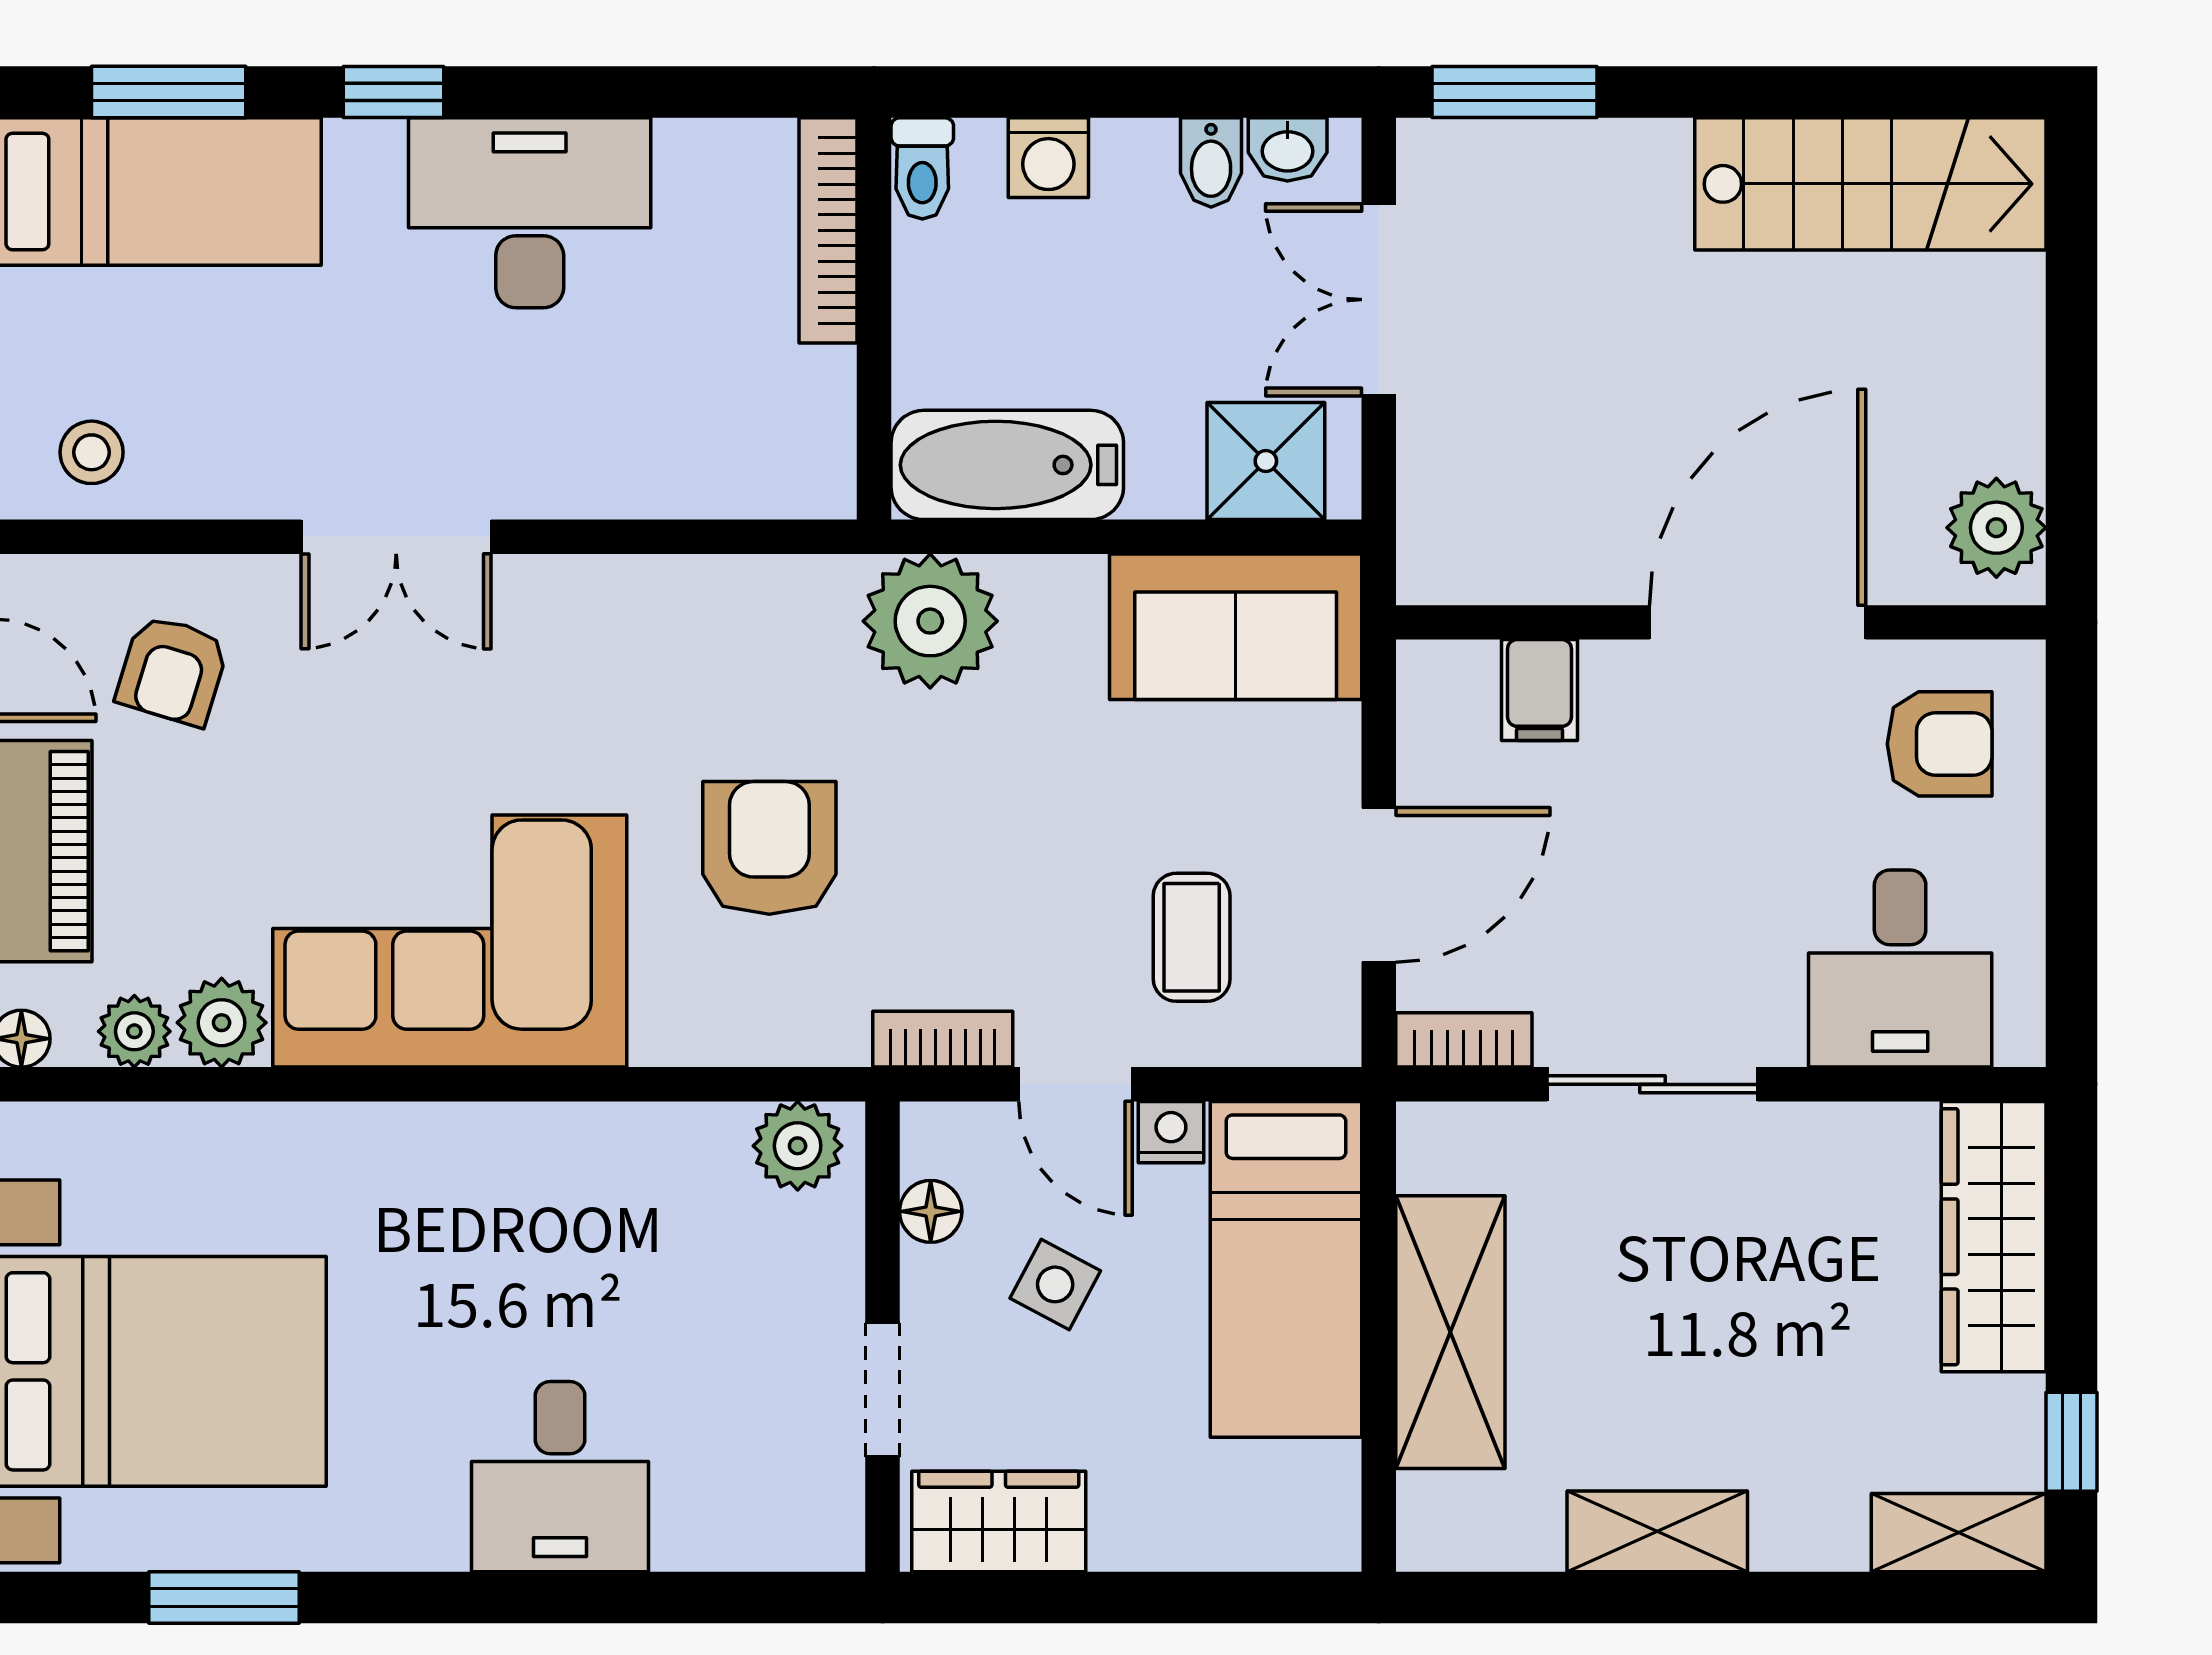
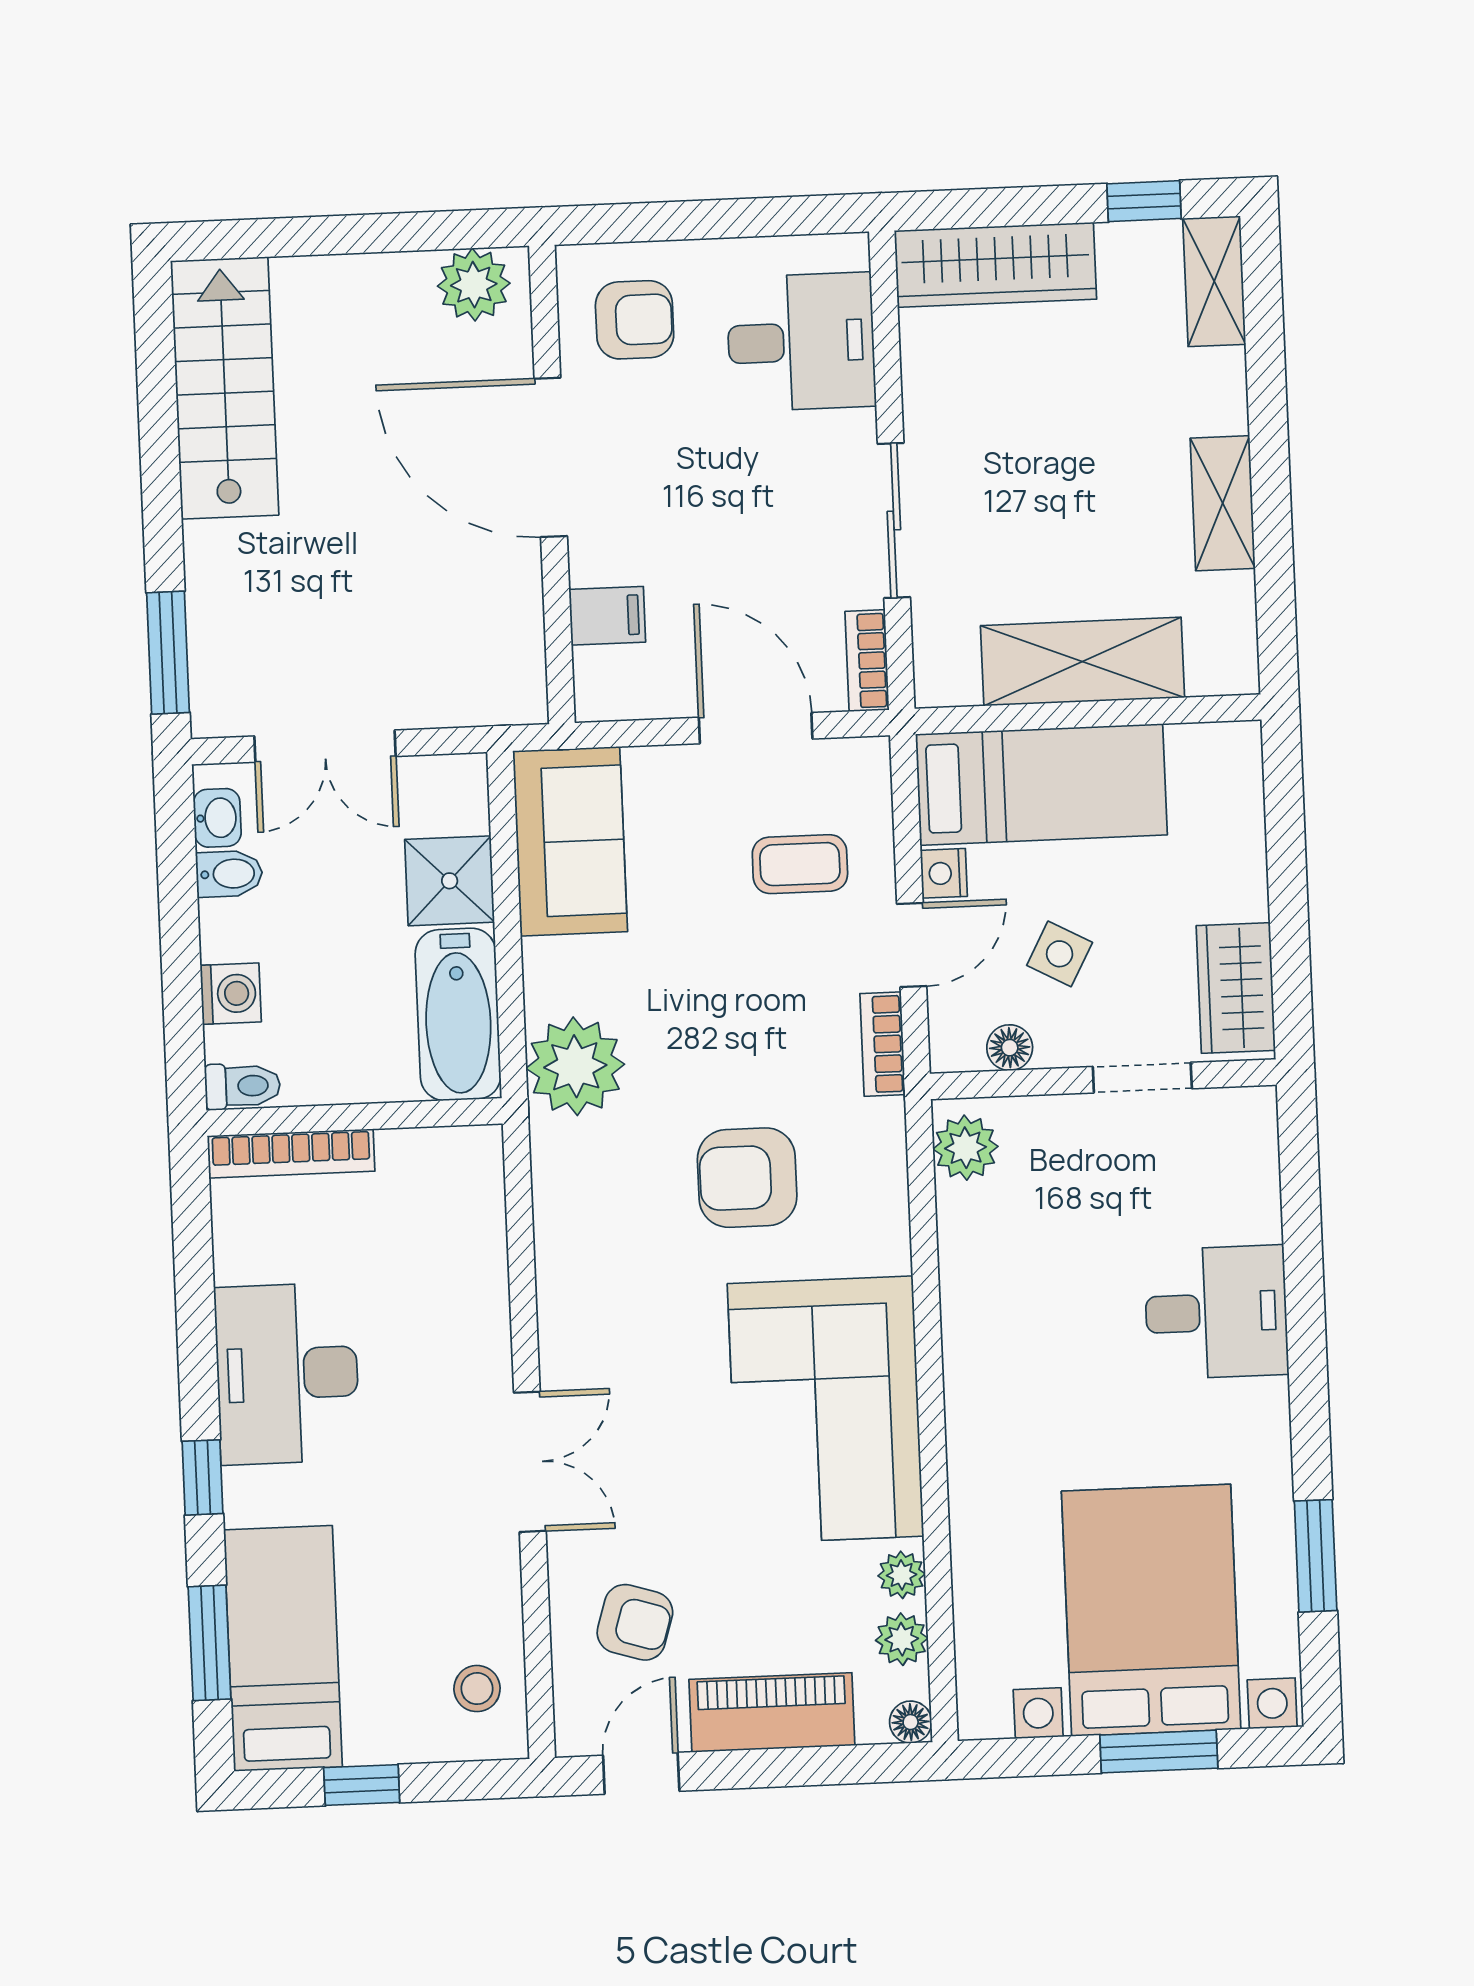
shower: (1266, 461) -> (450, 881), moved
armchair: (1940, 744) -> (635, 320), turned 90
plant: (222, 1023) -> (902, 1575), width x0.73, depth x0.73

